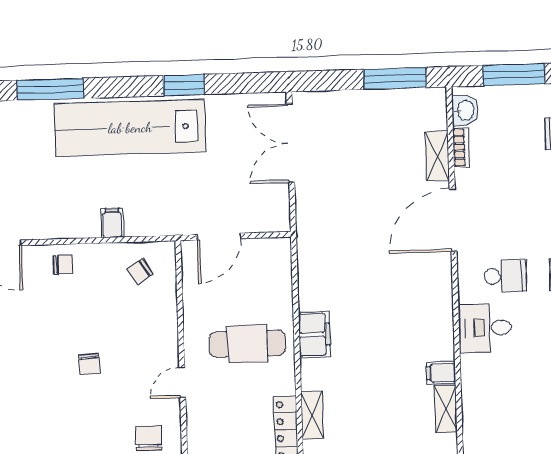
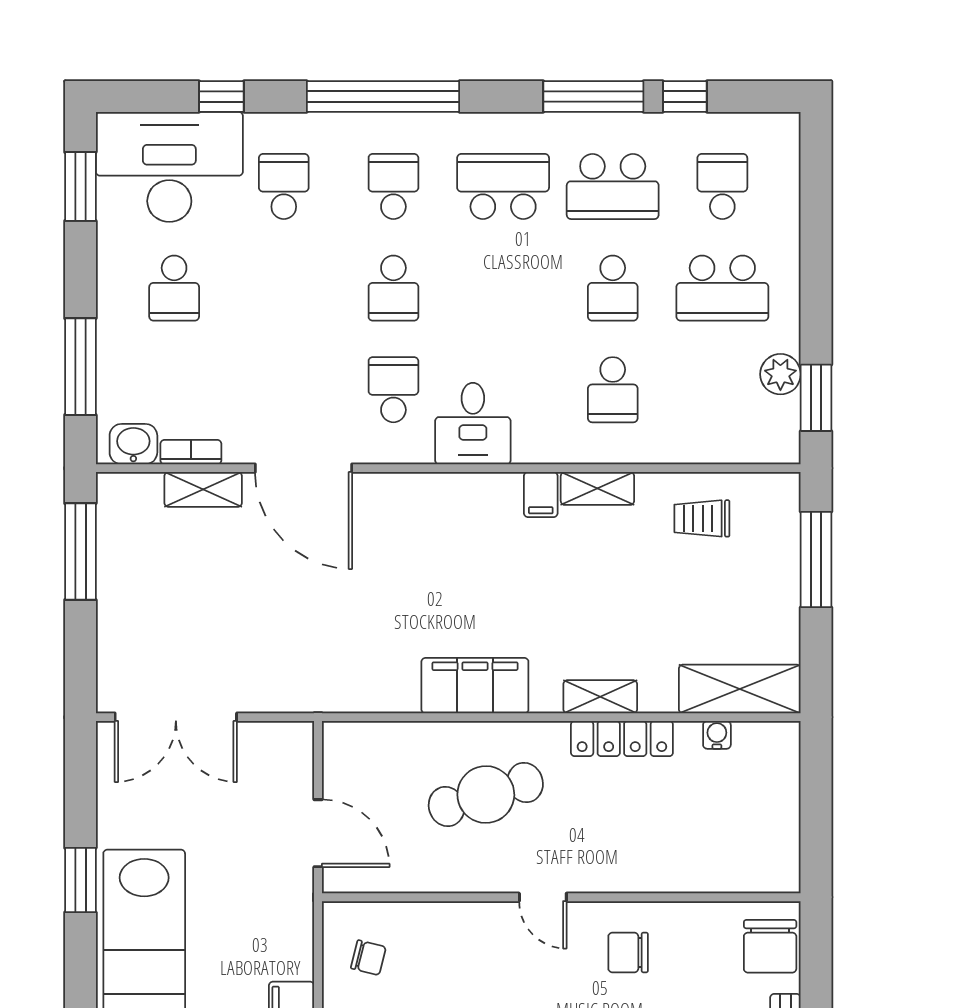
chair: (140, 272) -> (368, 958), turned -44
filing cabinet: (314, 335) -> (475, 686), width x1.50, depth x1.17
cafe table: (247, 344) -> (486, 795), turned 73
school desk: (510, 417) -> (613, 390), added

